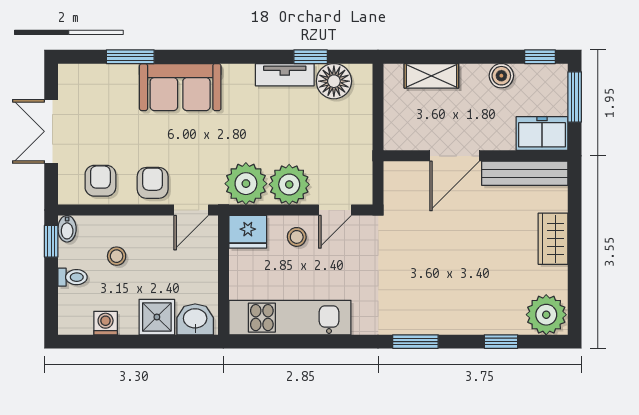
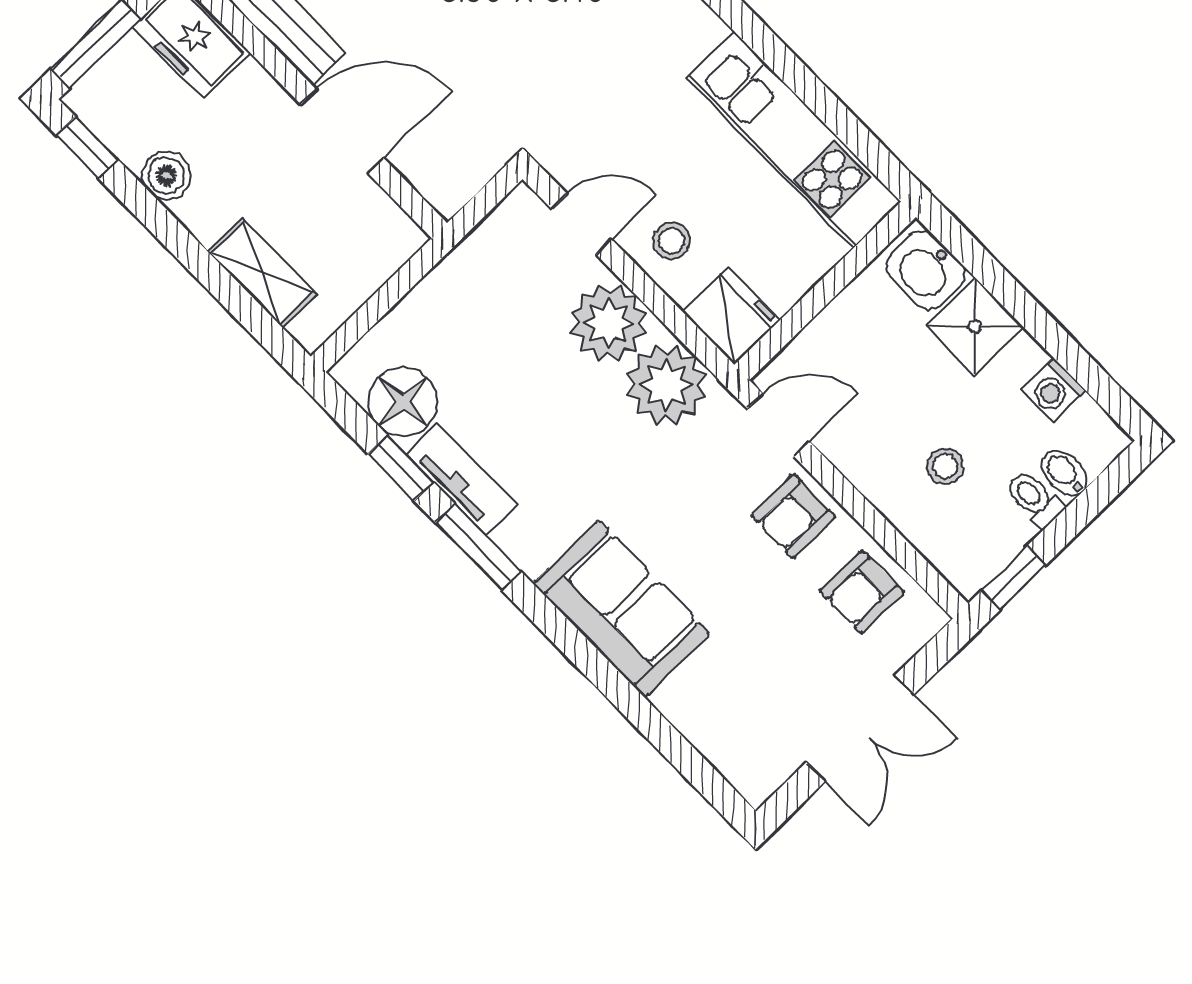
window: (130, 57) -> (478, 547), moved
bidet: (67, 229) -> (1064, 473), moved, turned -90

